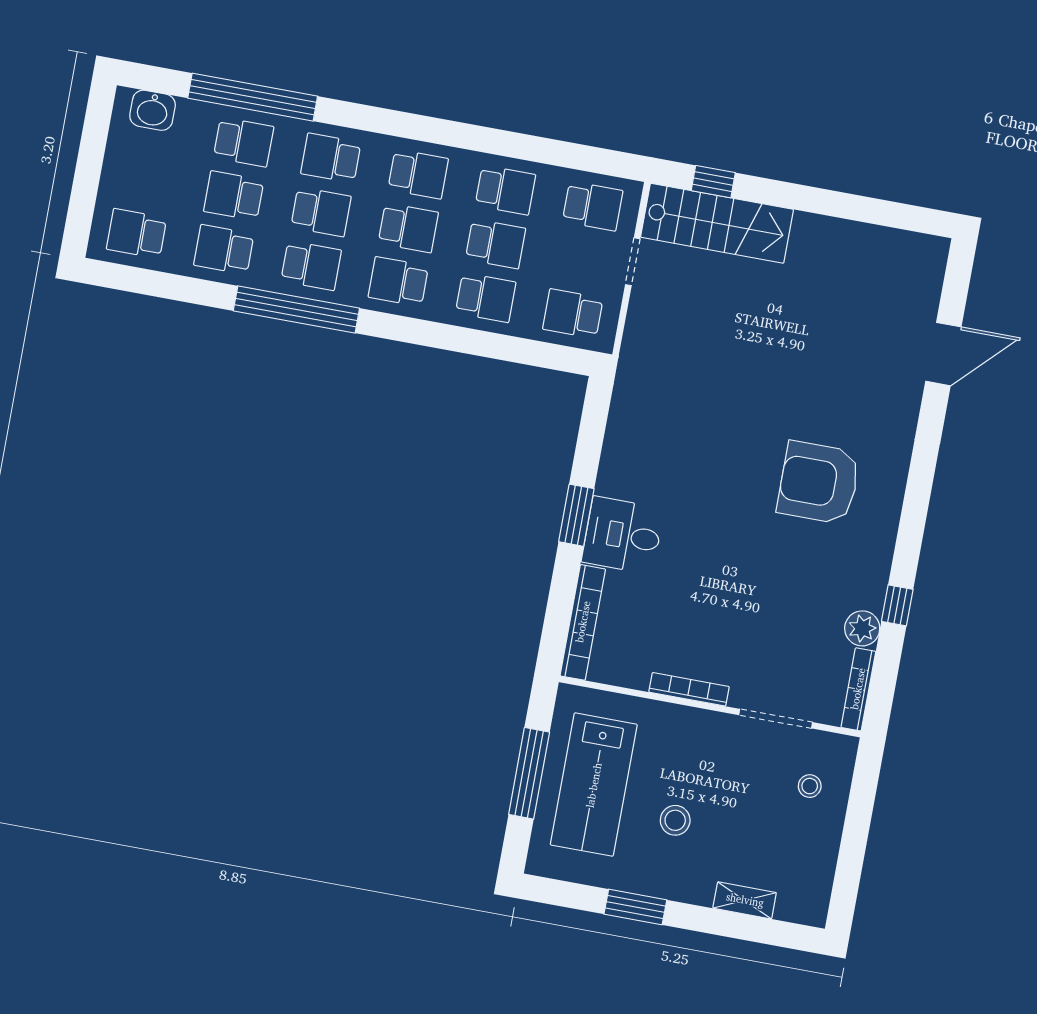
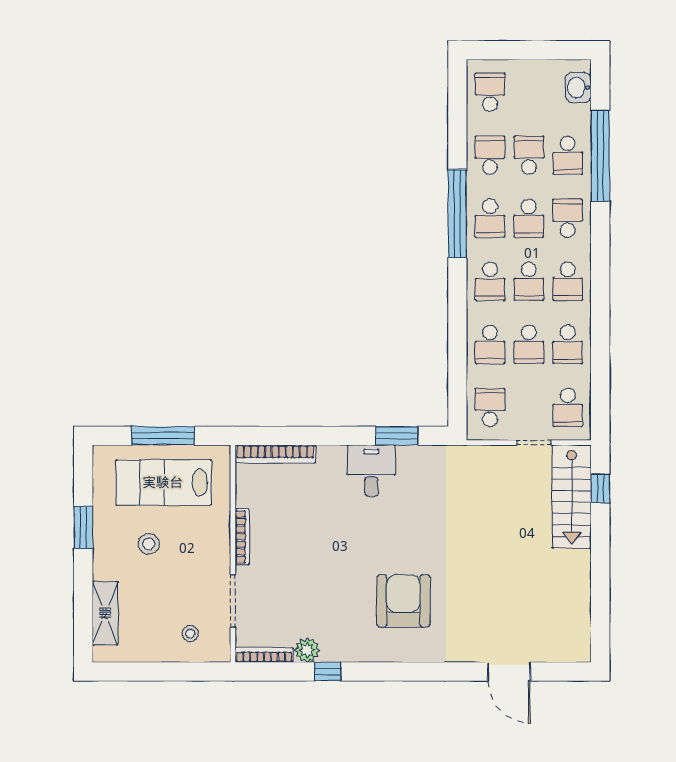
school desk: (398, 282) -> (490, 281), turned 180
window: (576, 515) -> (397, 436), moved
desk: (623, 535) -> (371, 471), moved
shelving: (745, 900) -> (105, 613), width x1.50, depth x1.33

